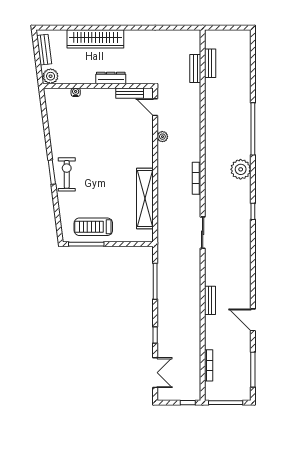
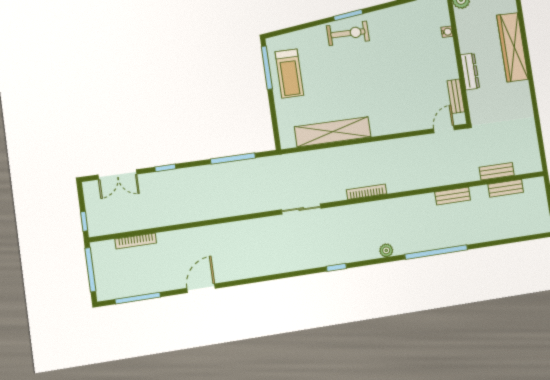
plant: (162, 137) -> (410, 143), removed
plant: (241, 169) -> (386, 250), width x0.53, depth x0.53
treadmill: (93, 227) -> (289, 74), turned 180
bench: (210, 300) -> (453, 196), moved

